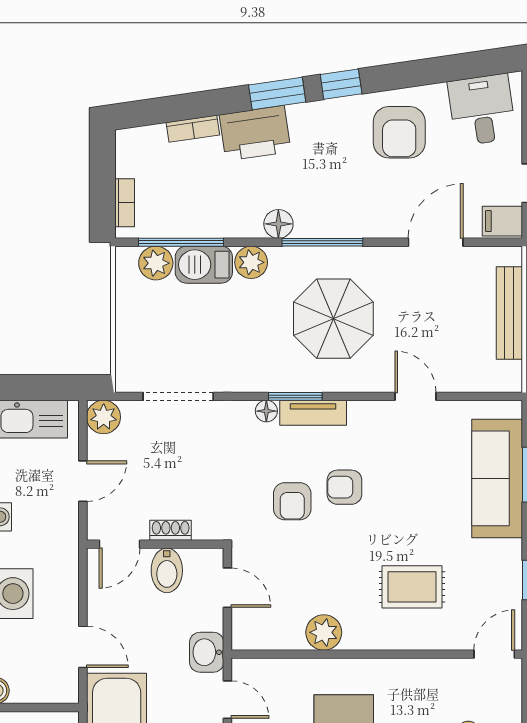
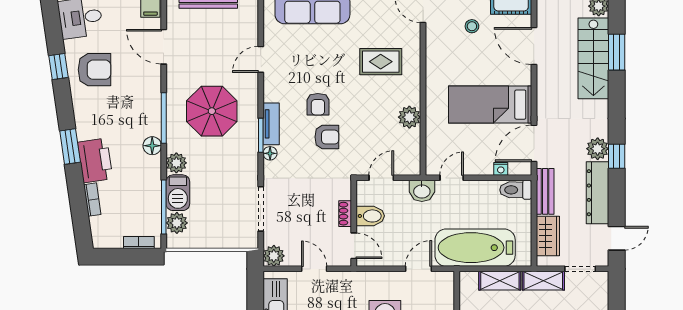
window: (341, 84) -> (58, 66), moved
rug: (412, 587) -> (381, 62), turned 90

